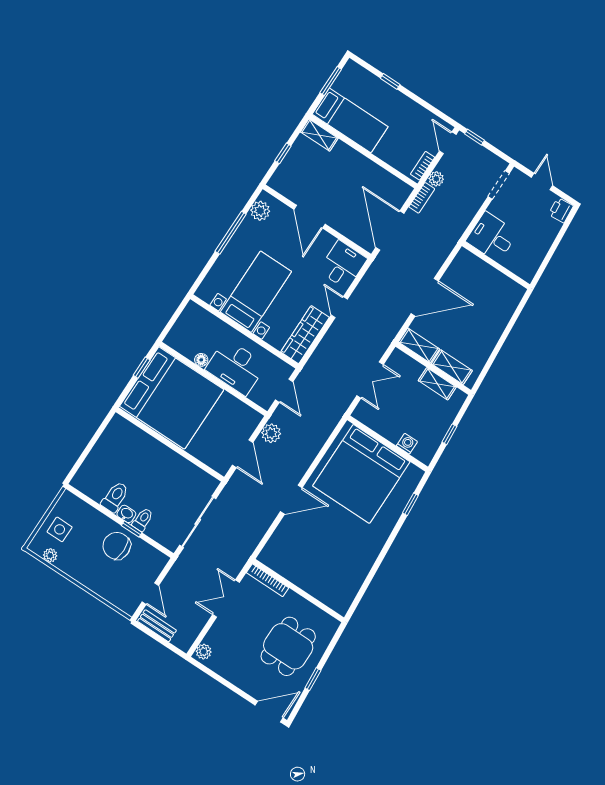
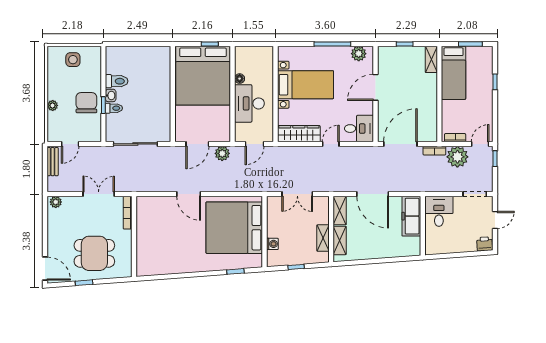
plant: (436, 179) -> (457, 157), width x1.87, depth x1.87
freezer: (477, 271) -> (411, 216), added
plant: (50, 555) -> (53, 105), moved

